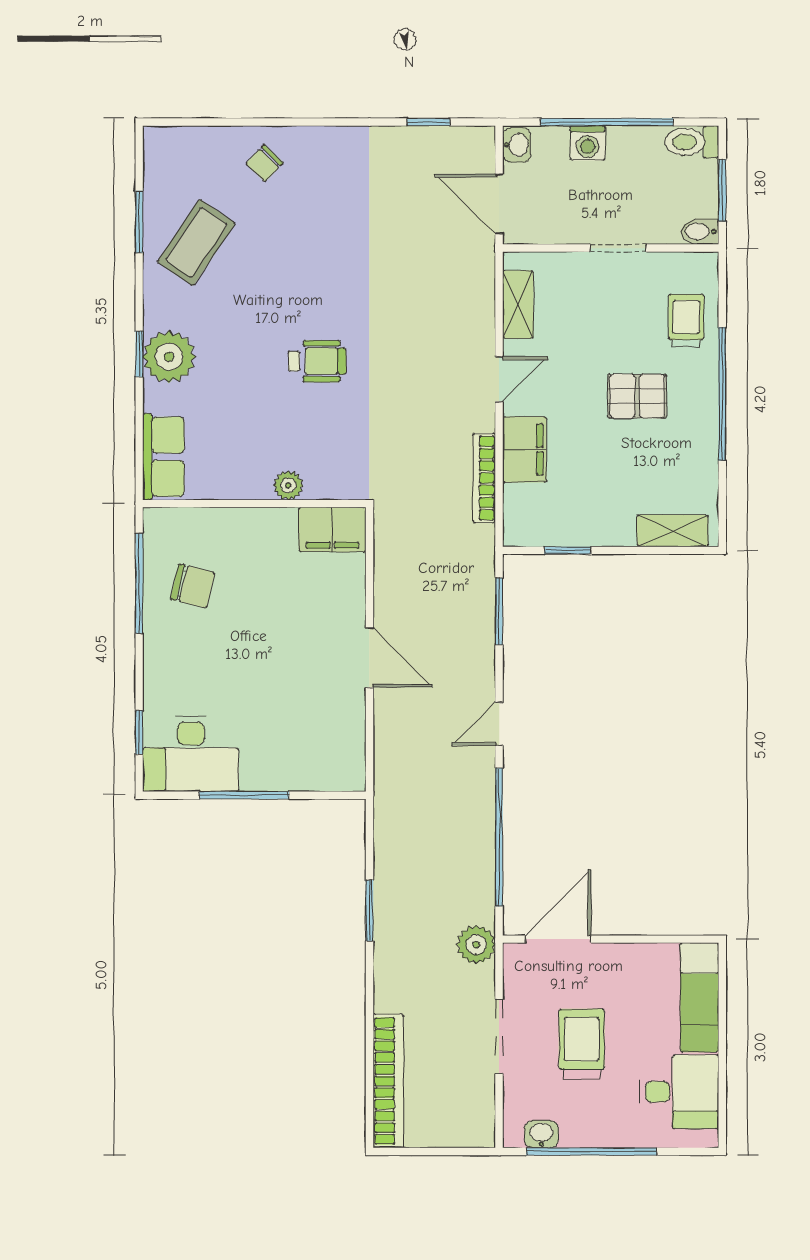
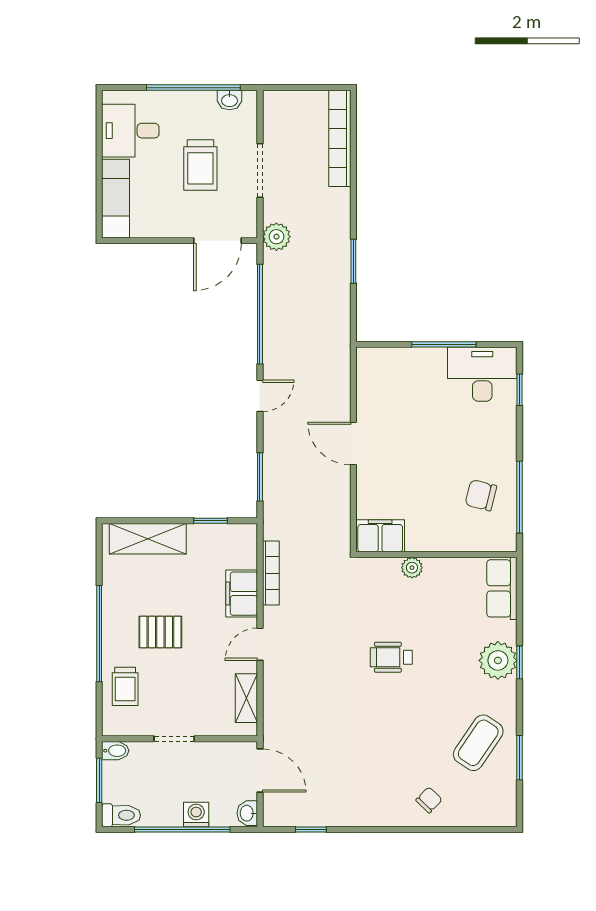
shelving: (673, 531) -> (148, 539), width x1.50, depth x1.33

